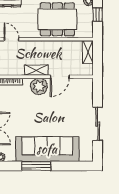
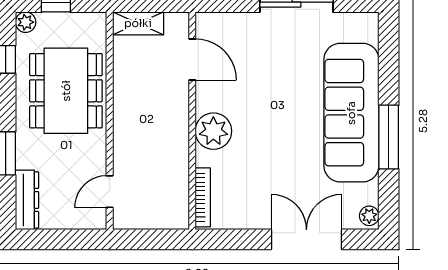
shelving: (36, 70) -> (178, 137), removed
door: (60, 77) -> (192, 59), moved

